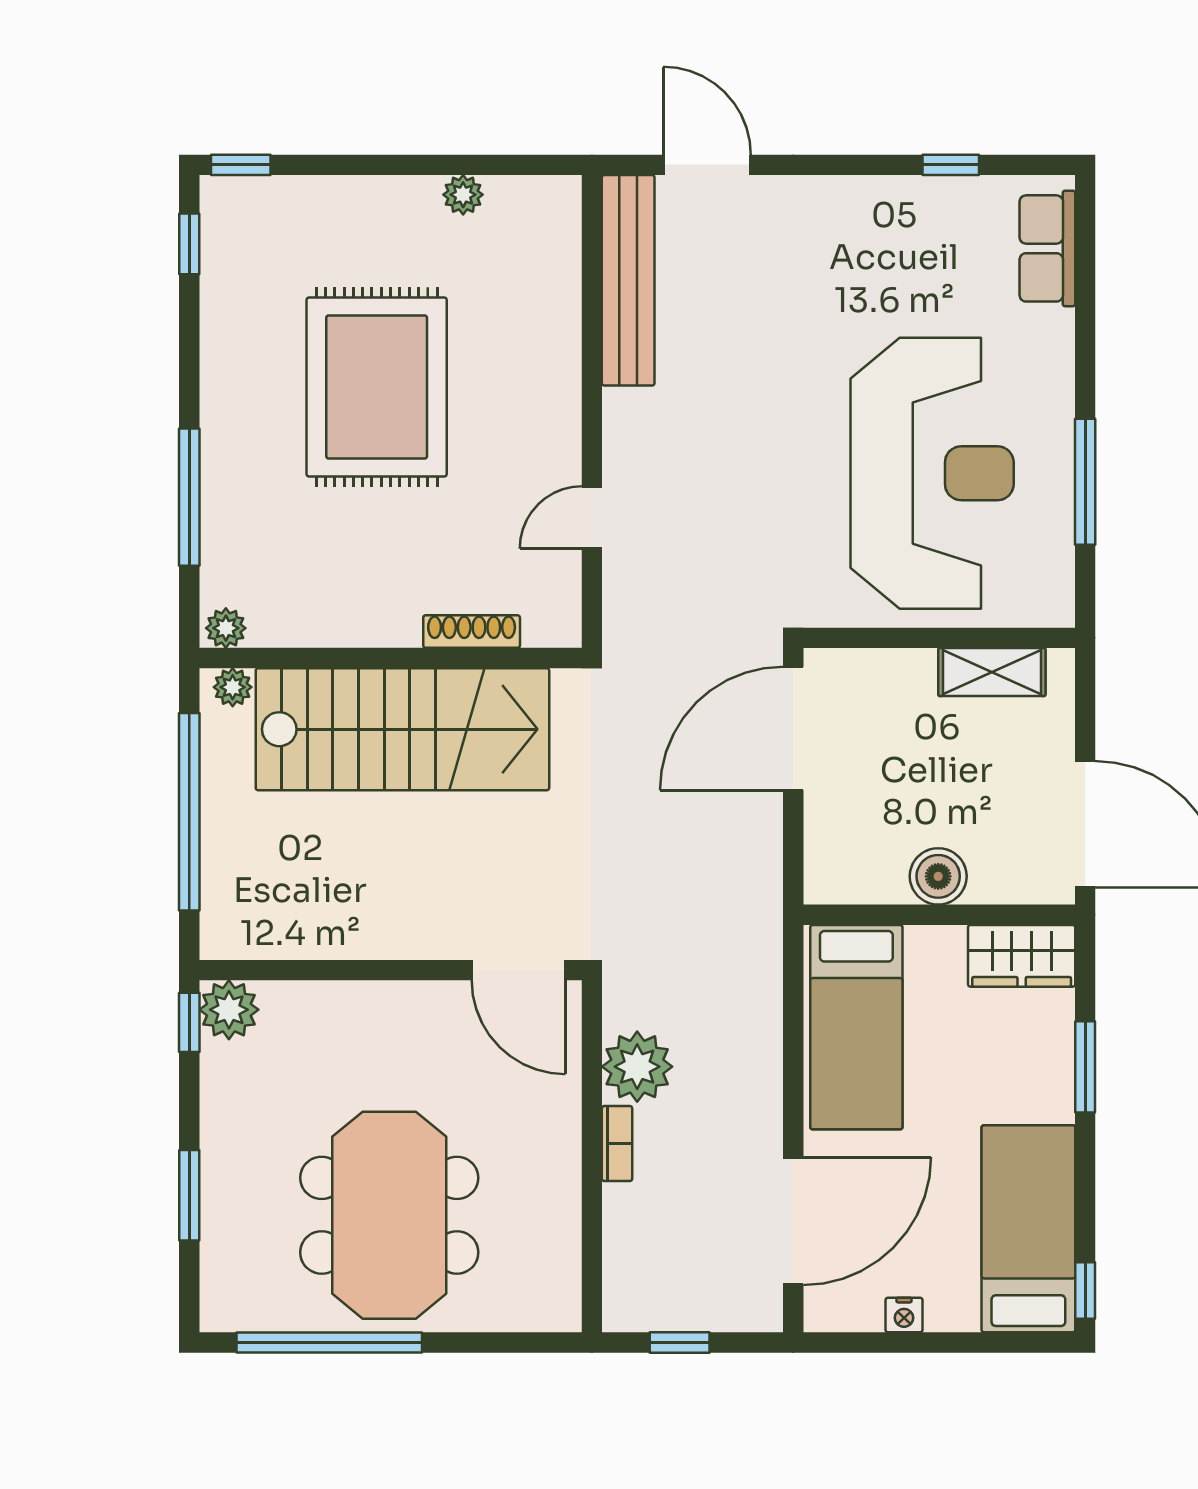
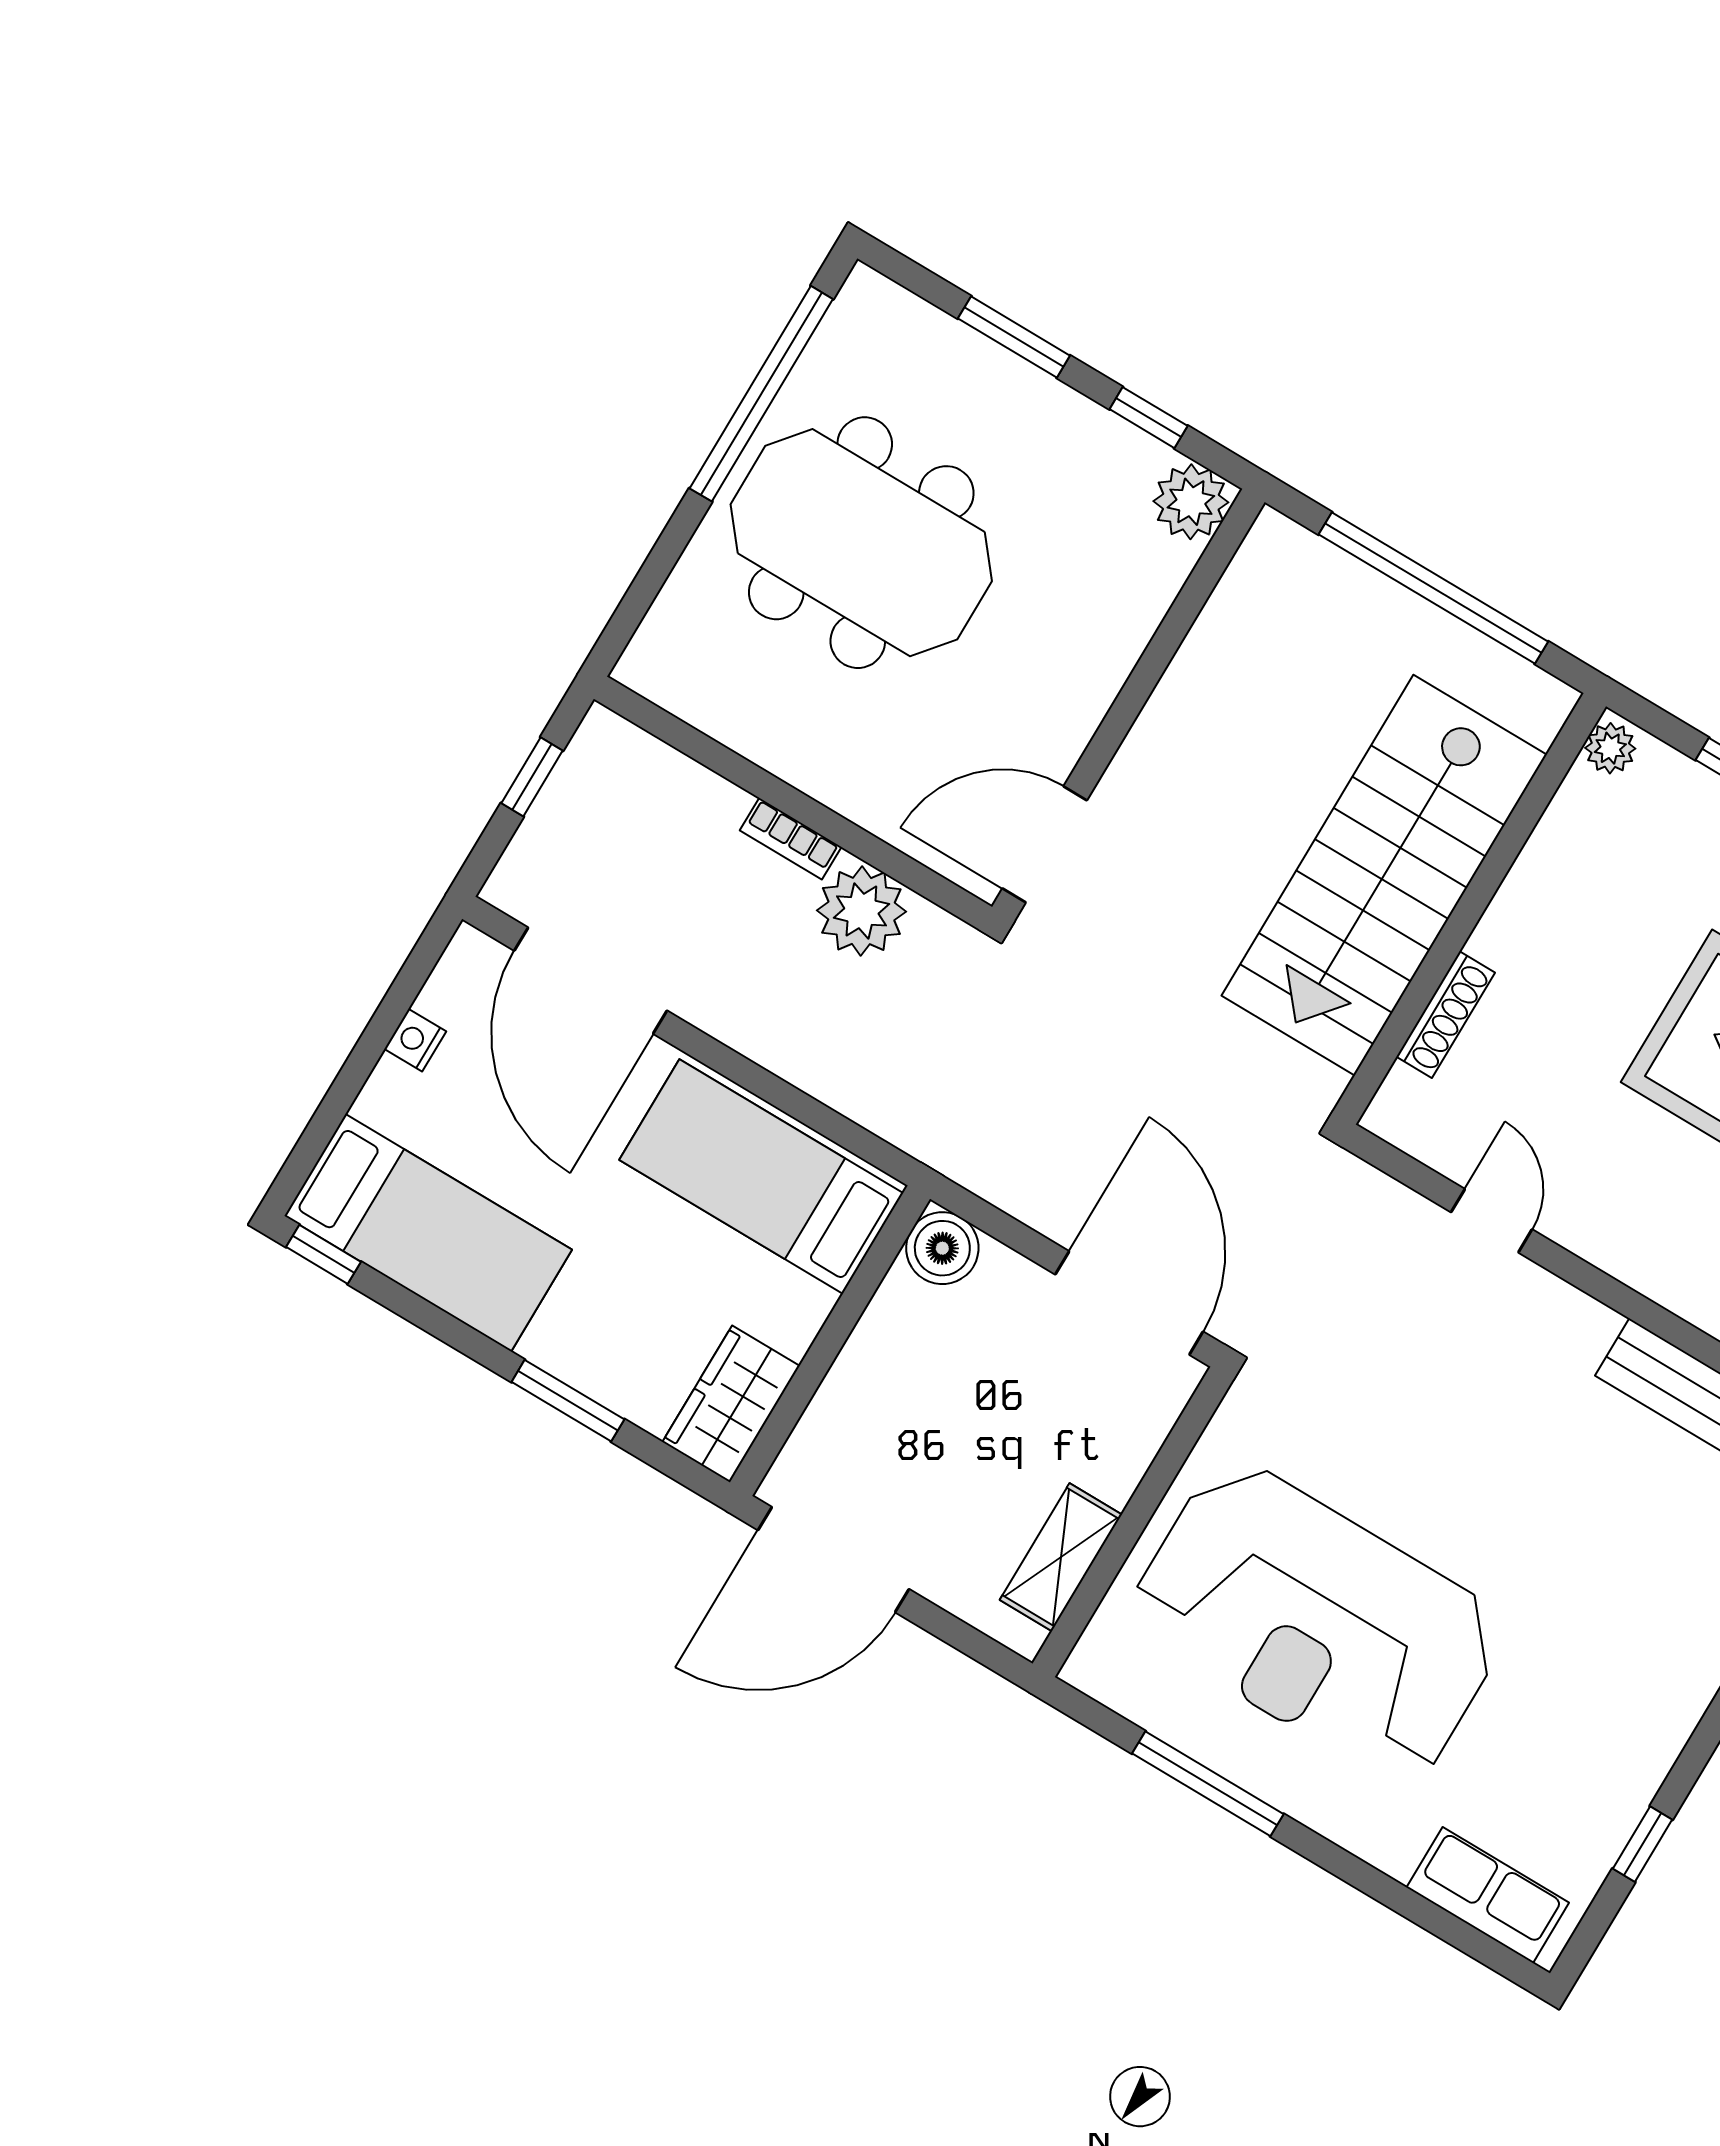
plant: (233, 687) -> (1541, 717), removed
boiler: (938, 876) -> (942, 1248), moved
window: (189, 1022) -> (1149, 418), moved

